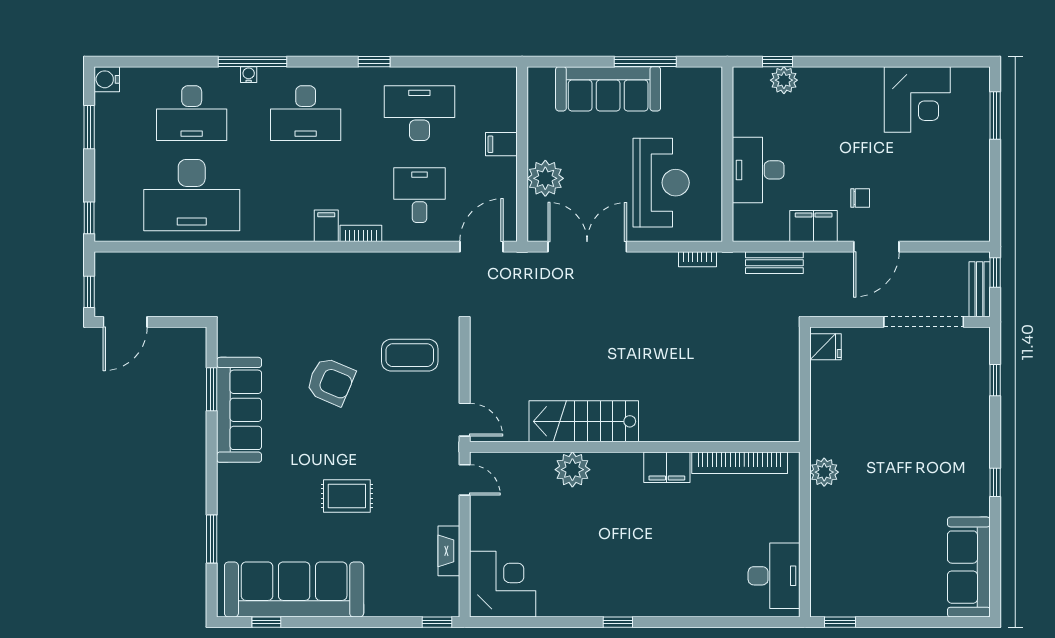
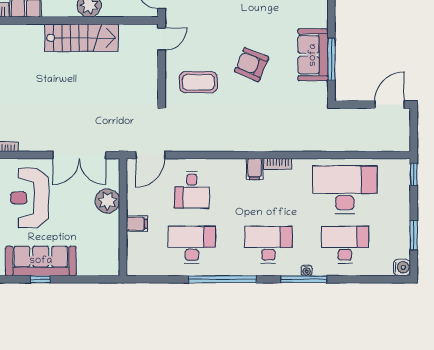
window: (374, 62) -> (222, 279), width x3.17
window: (645, 62) -> (40, 279), width x0.46
sofa: (608, 89) -> (41, 261), moved
desk: (419, 113) -> (192, 245), turned 180
bookcase: (361, 233) -> (278, 164), moved
window: (89, 292) -> (414, 125), removed
window: (212, 389) -> (331, 59), width x1.44
sofa: (239, 410) -> (313, 55), width x0.73
door: (465, 420) -> (162, 39), swing flipped

